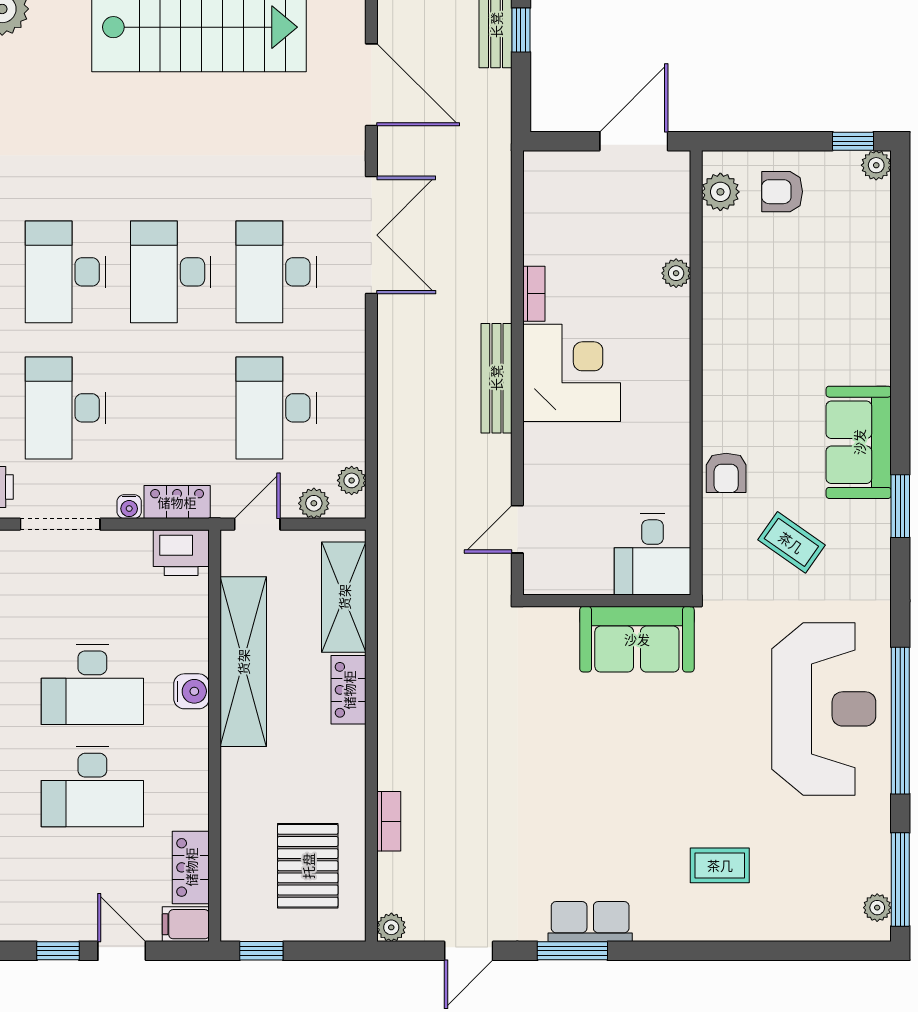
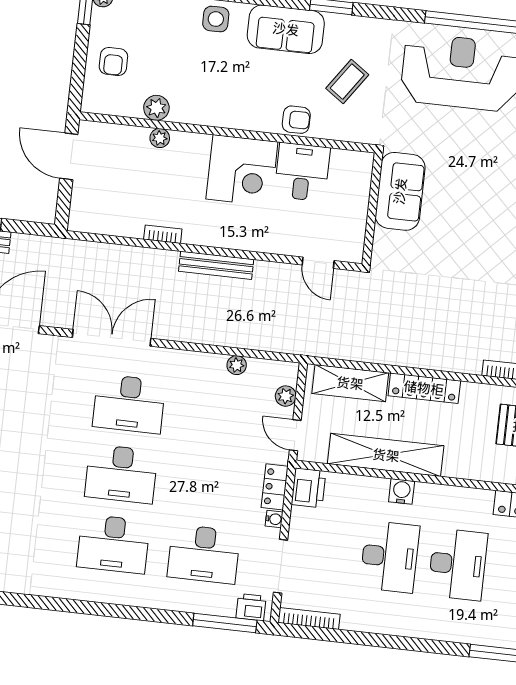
plant: (720, 192) -> (156, 108), moved
side table: (862, 337) -> (216, 19), added
corner desk: (572, 373) -> (242, 170), moved, turned 180
desk: (276, 408) -> (219, 414), removed
plant: (352, 480) -> (237, 365), moved
desk: (653, 554) -> (302, 172), moved, turned -90
locker: (349, 690) -> (424, 388), width x1.53

